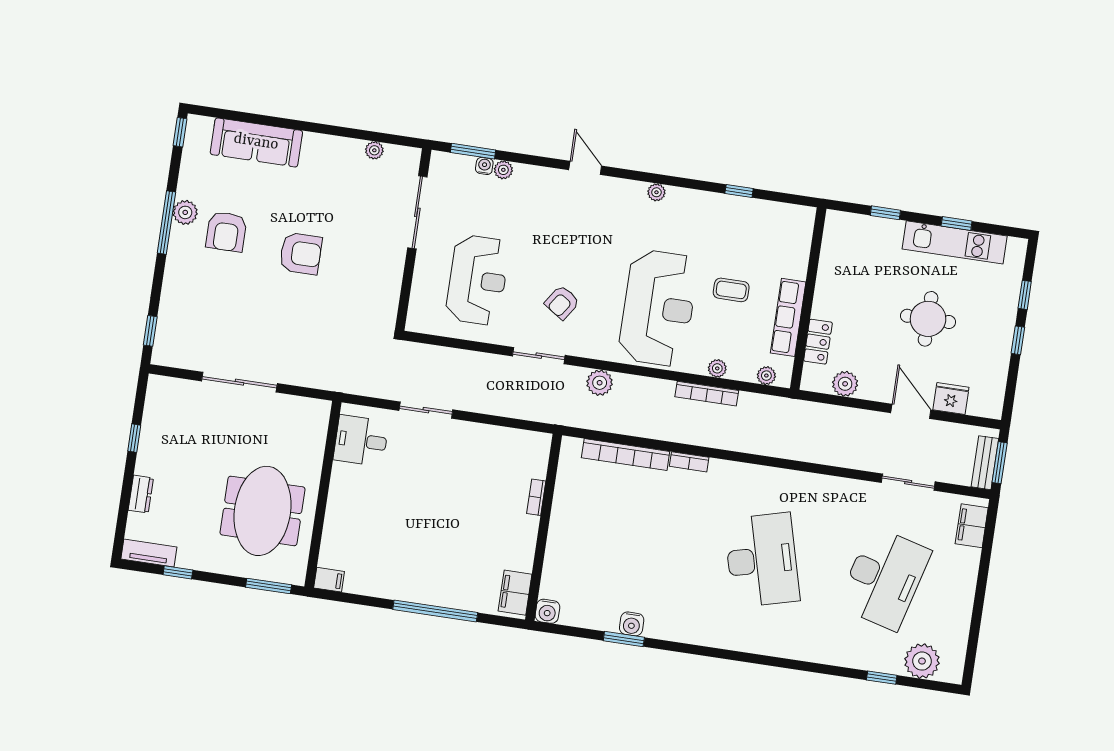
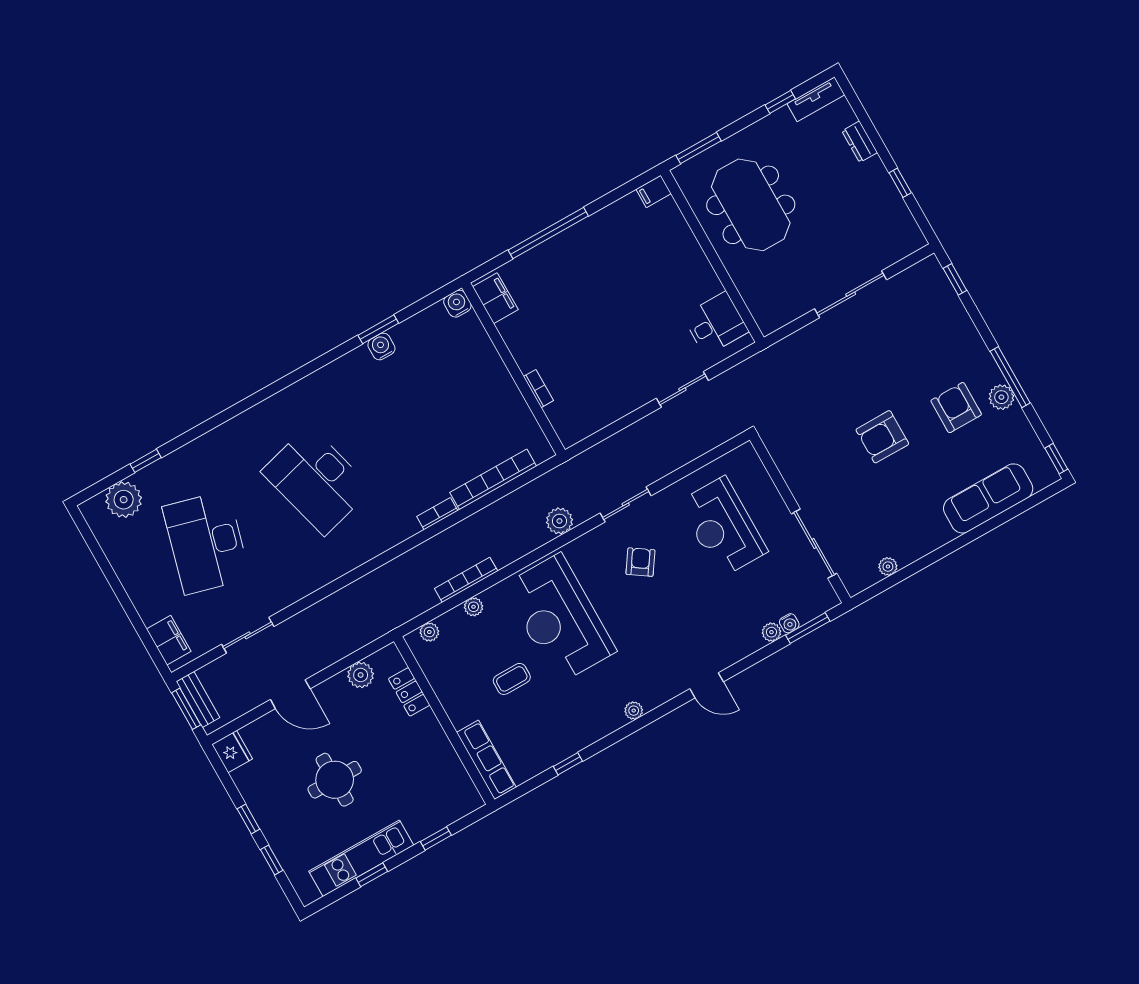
row of seats: (788, 317) -> (486, 760), moved
fridge: (951, 398) -> (232, 752), moved, turned -90

